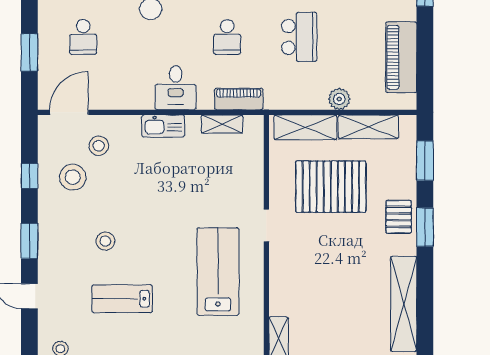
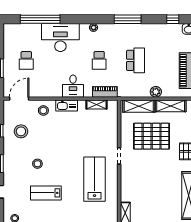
stool: (99, 146) -> (43, 110), moved

